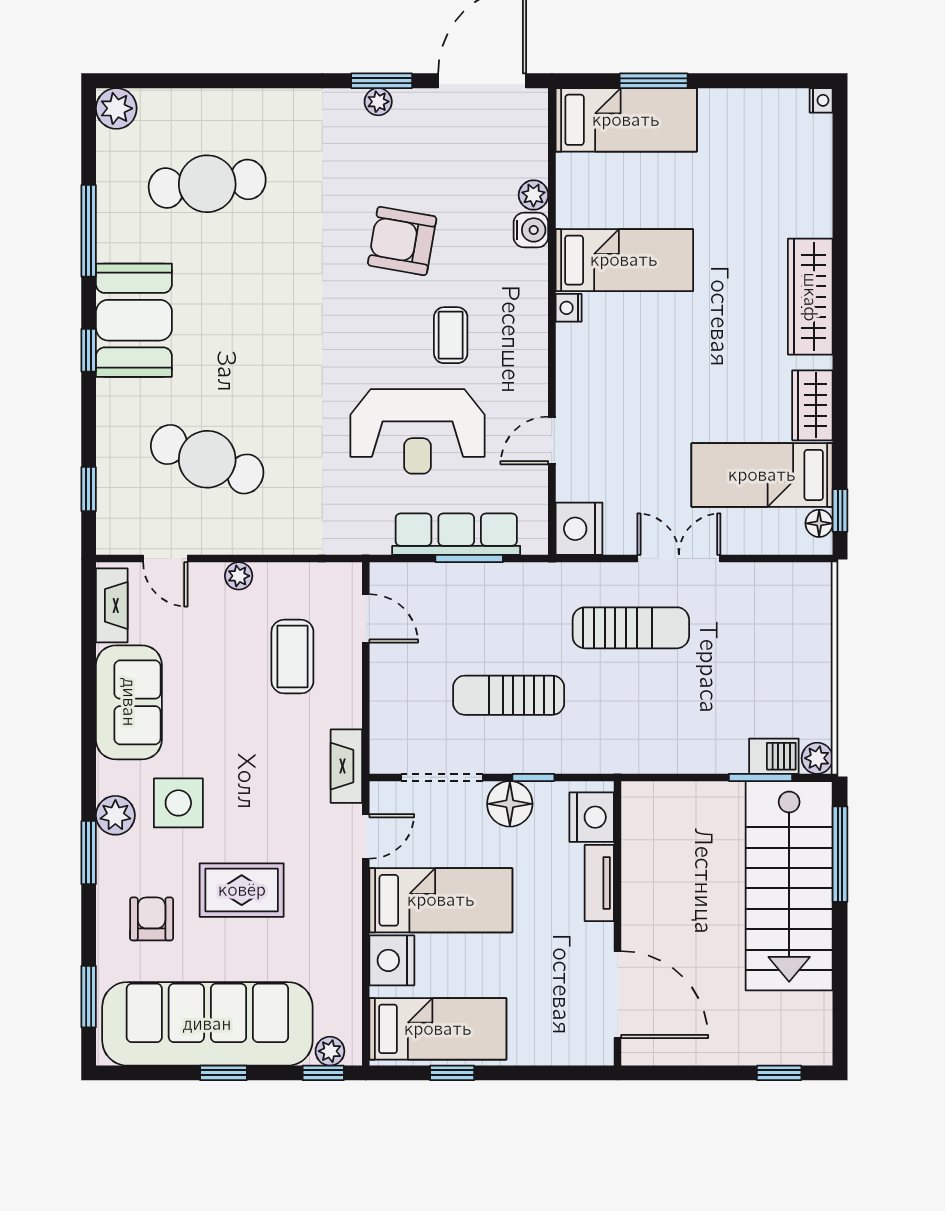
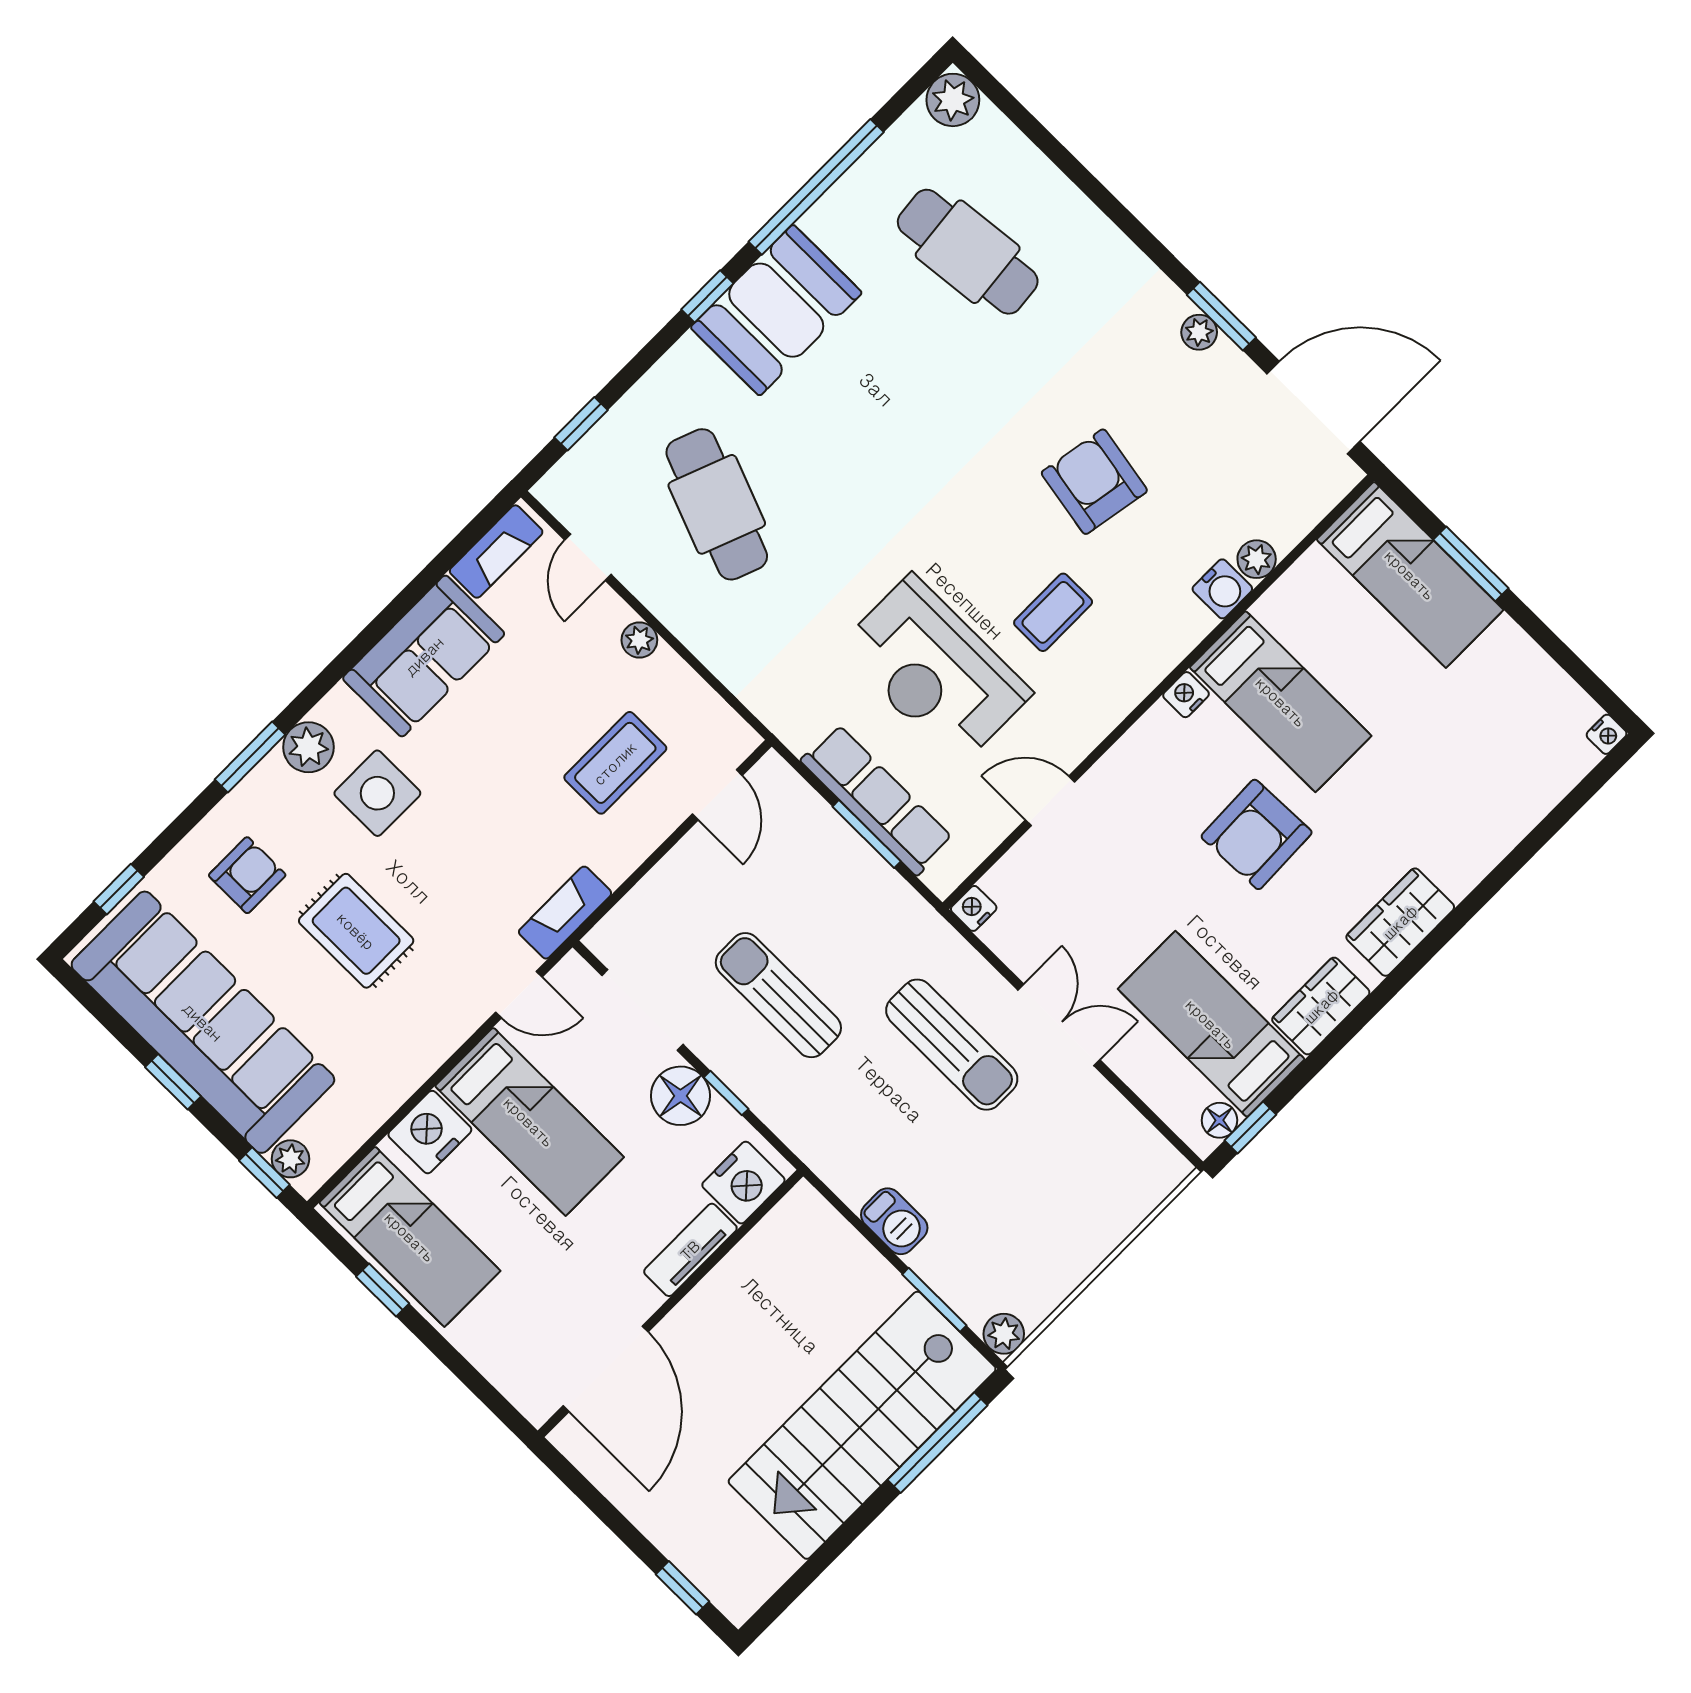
window: (89, 231) -> (816, 187), width x1.46
wardrobe: (810, 297) -> (1400, 922), width x0.67
armchair: (684, 346) -> (1257, 834), added
nightstand: (579, 529) -> (974, 908), width x0.53, depth x0.56
barbecue: (774, 756) -> (894, 1221), moved
window: (89, 997) -> (119, 889), width x0.67

